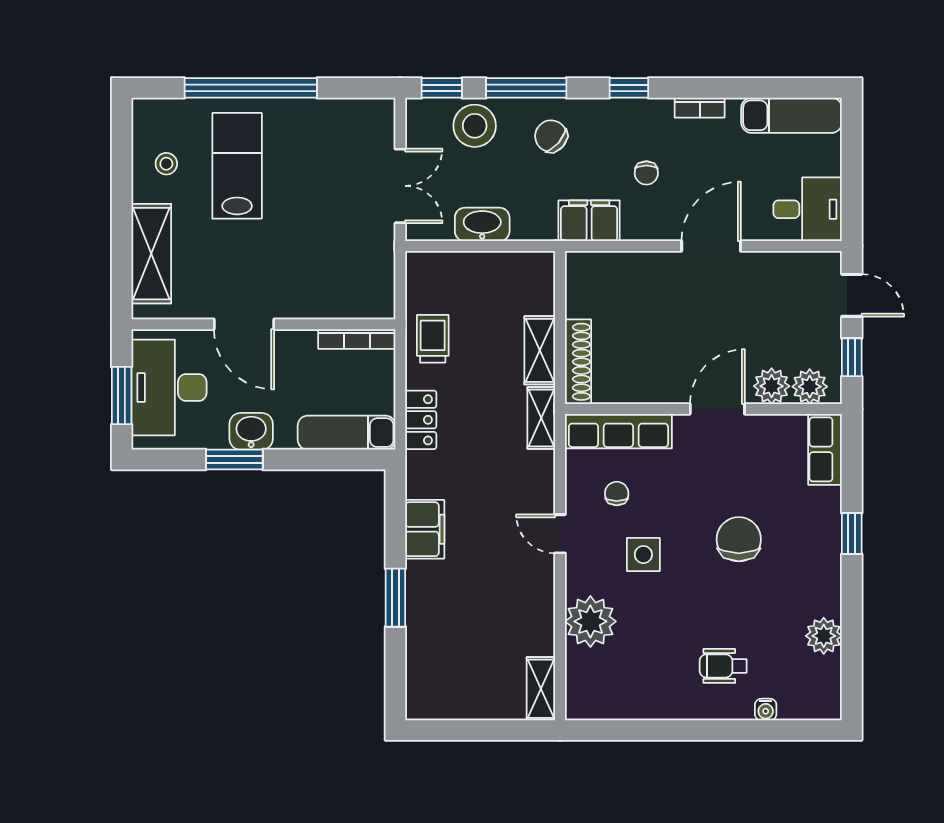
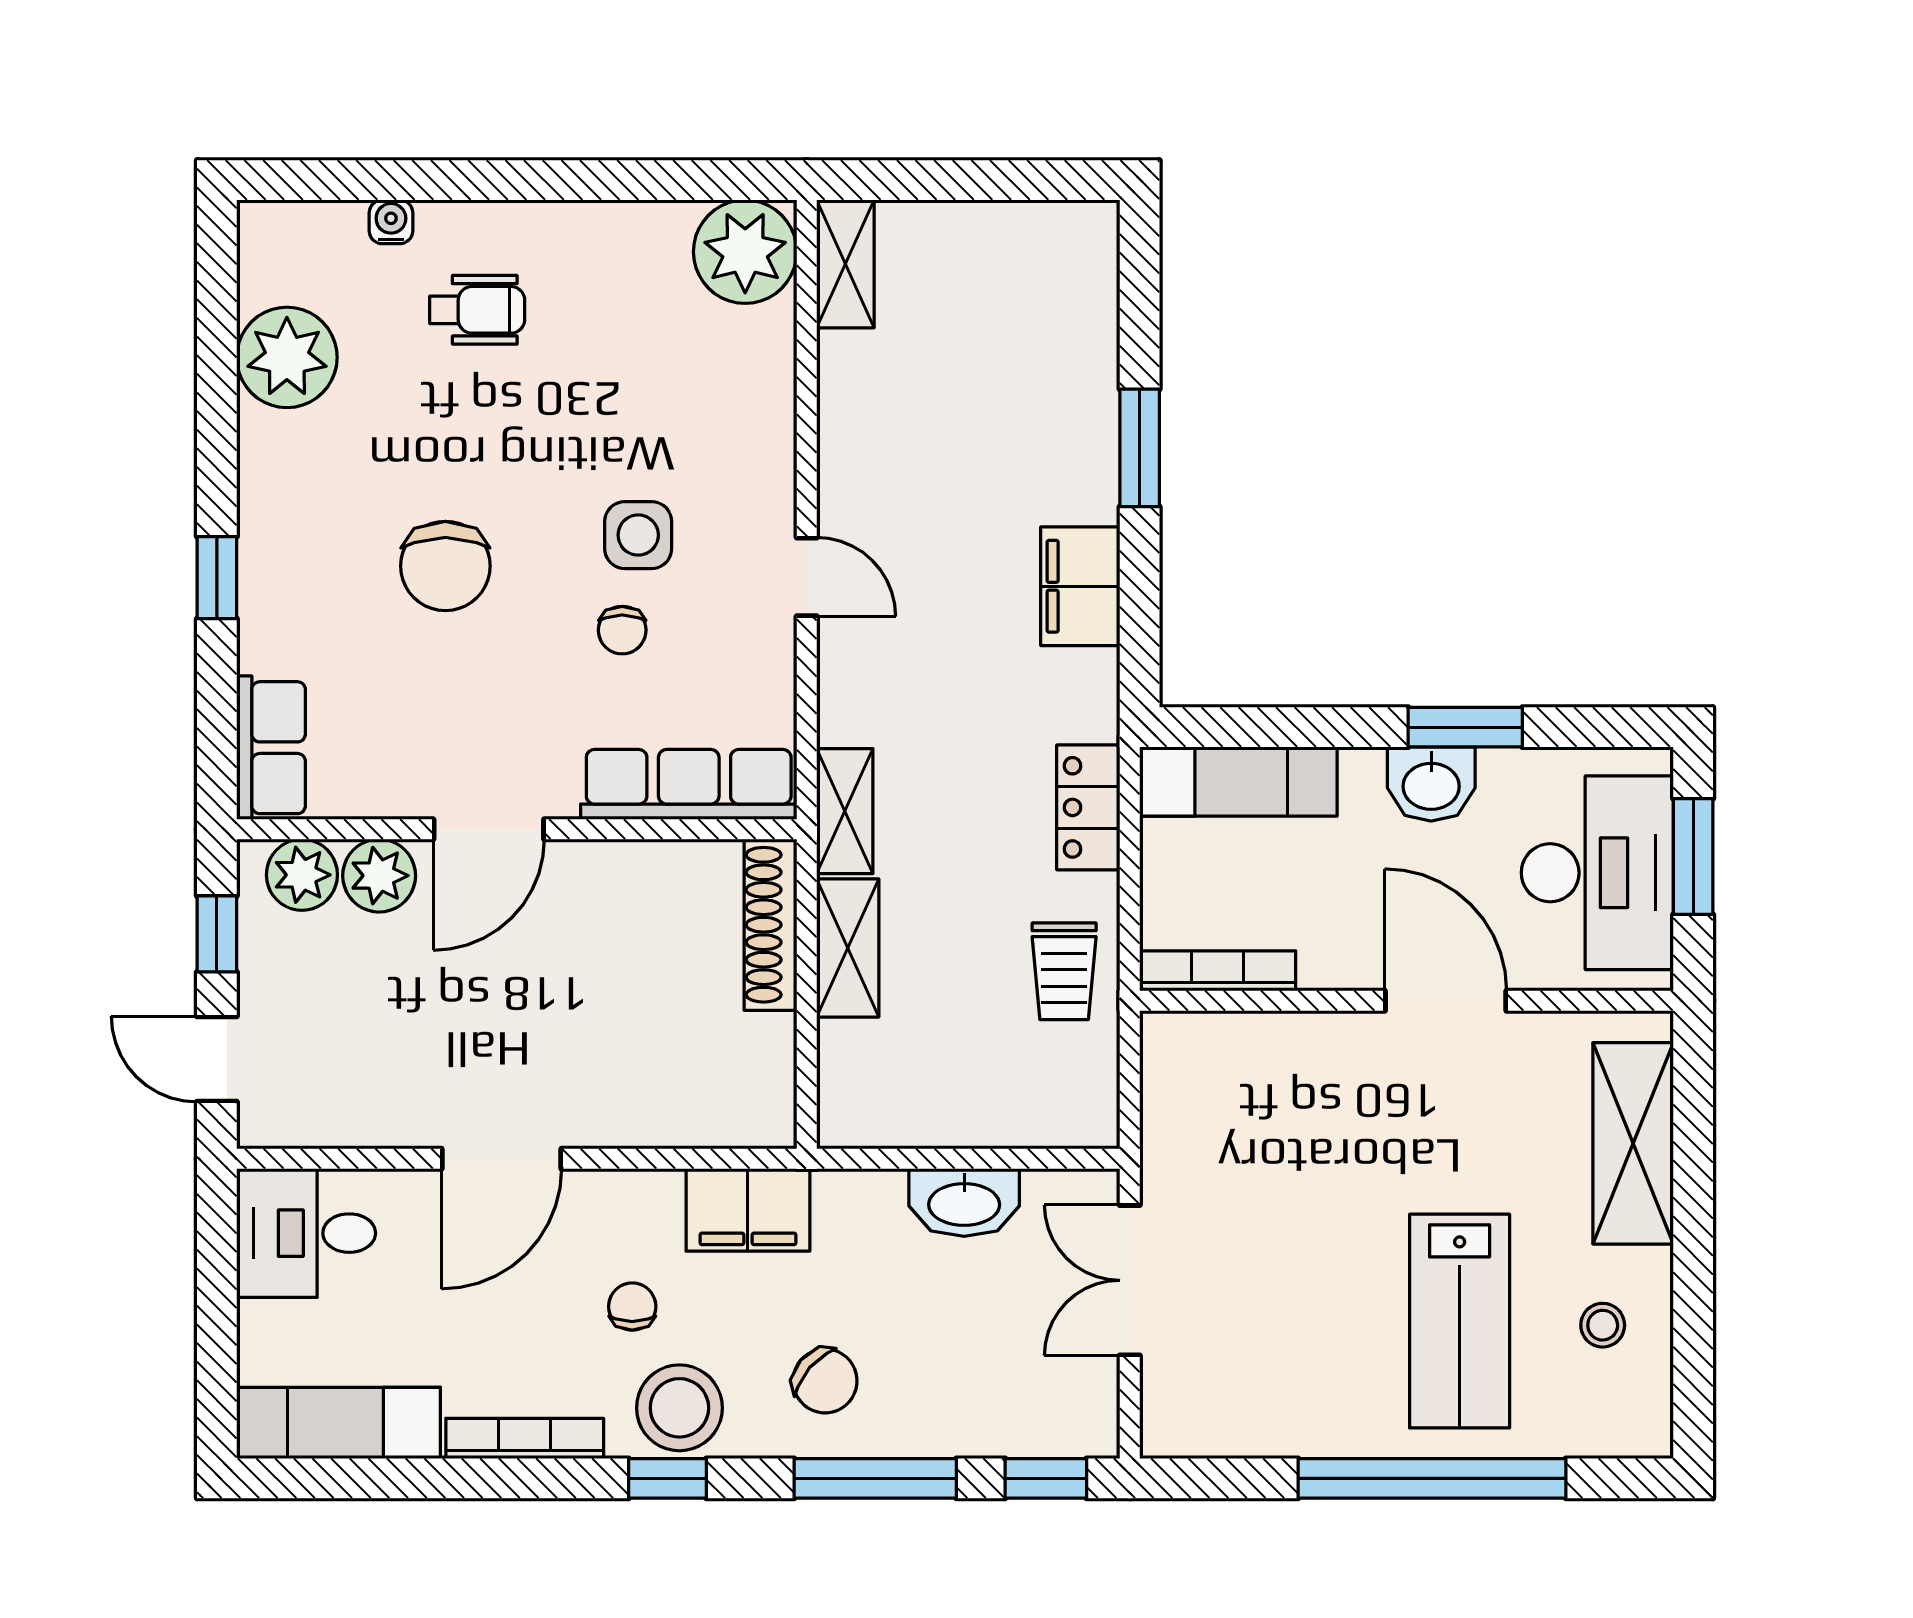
bookcase: (700, 108) -> (525, 1438), width x1.56
stool: (475, 126) -> (679, 1408), moved
chair: (617, 493) -> (622, 630), moved
plant: (590, 621) -> (745, 252), moved
plant: (824, 636) -> (287, 357), width x1.36, depth x1.36

